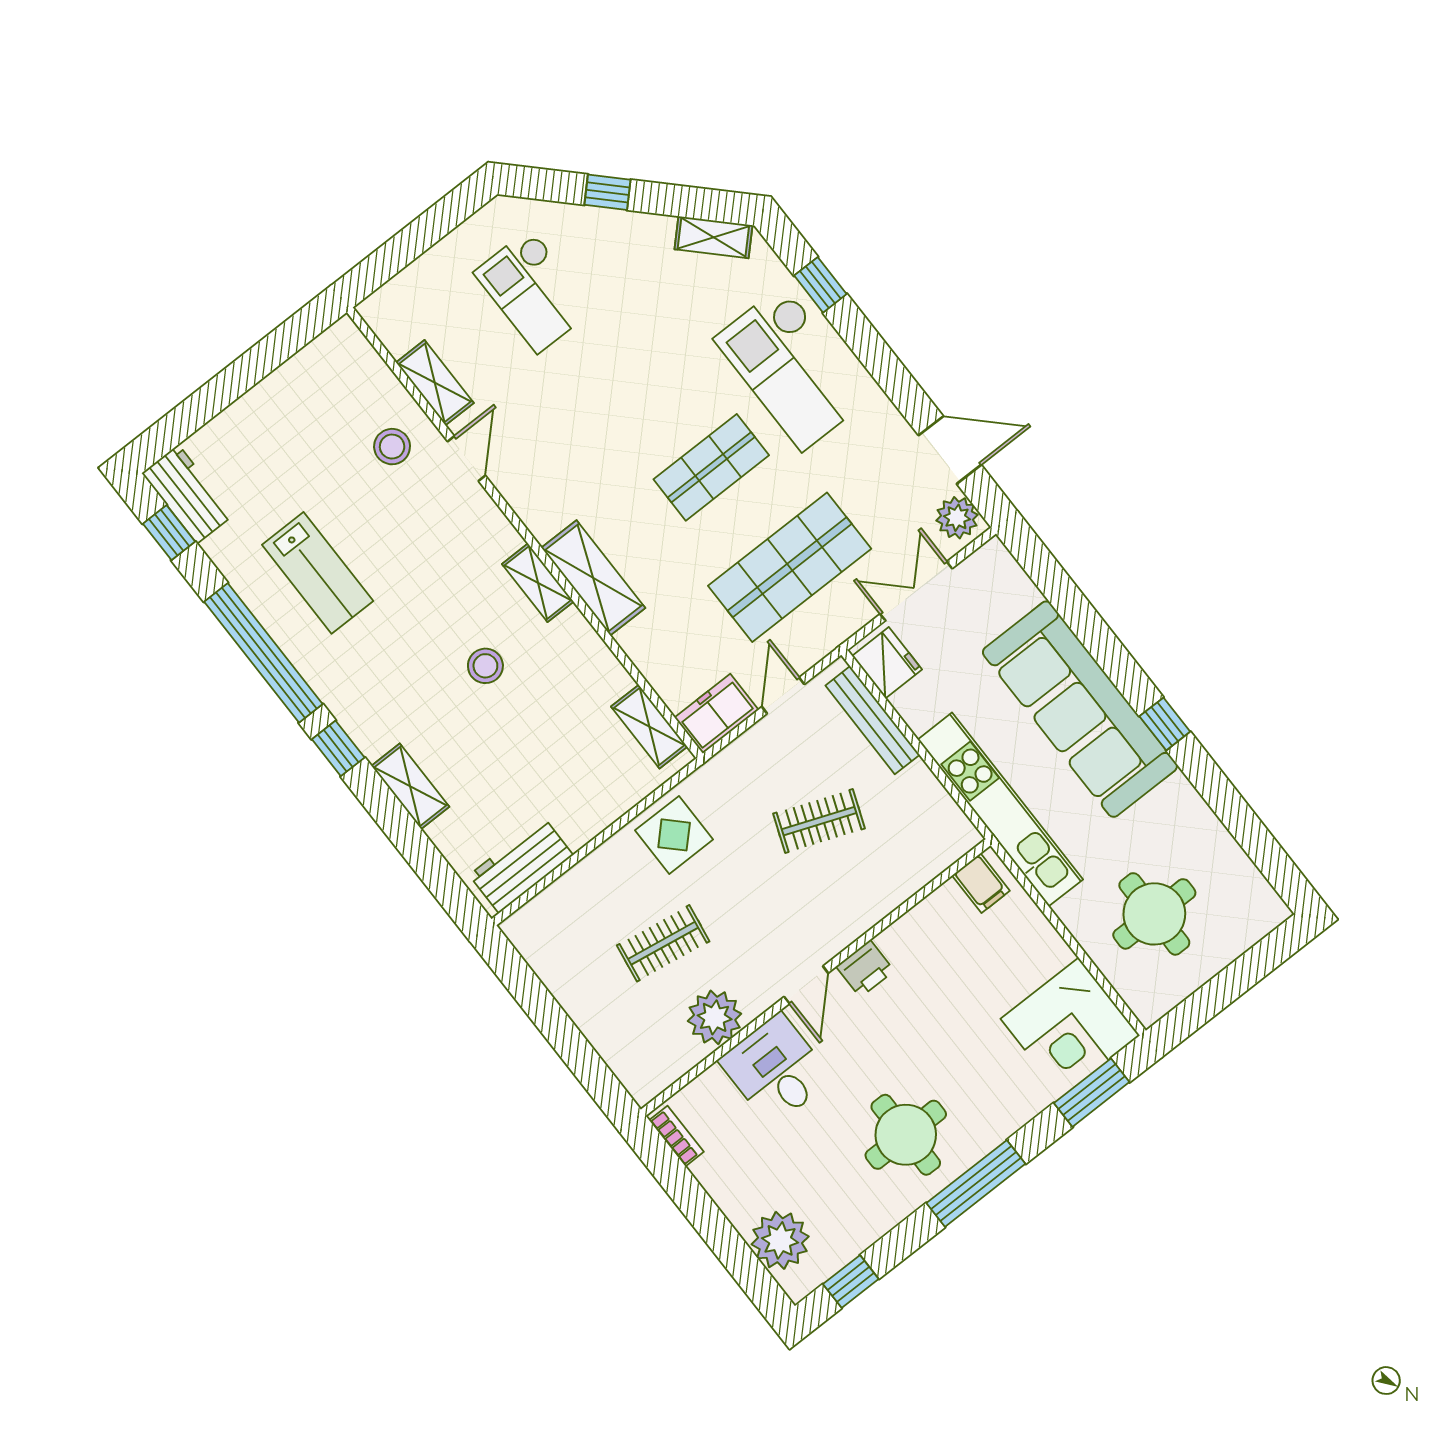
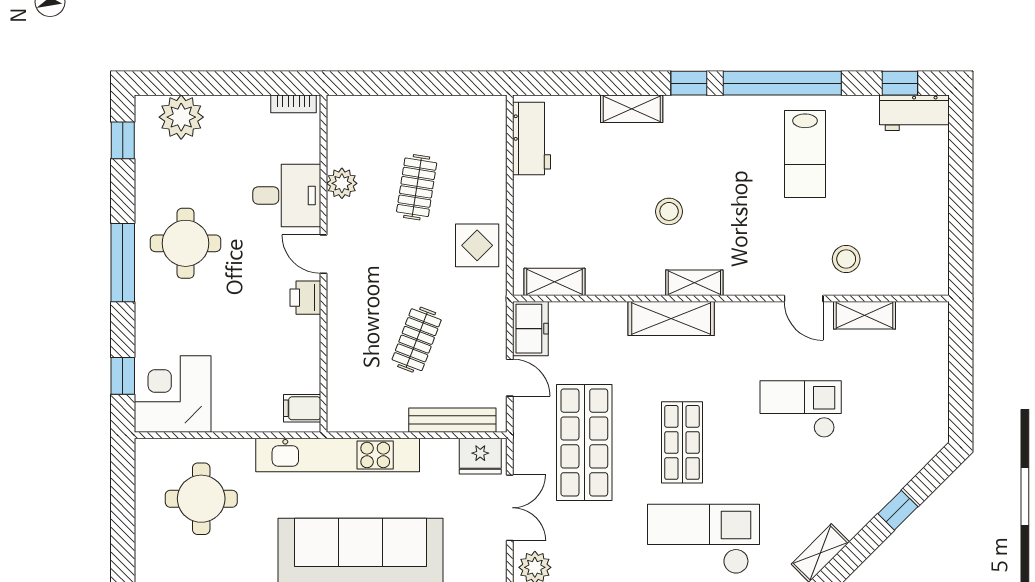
checkout: (534, 291) -> (801, 409), moved
lab bench: (318, 573) -> (805, 154), turned -90
plant: (715, 1017) -> (342, 183), width x0.73, depth x0.73
window: (1092, 1093) -> (123, 376), width x0.67

